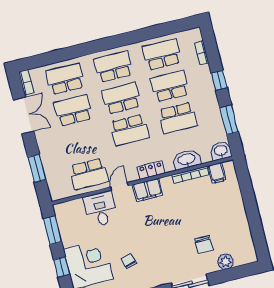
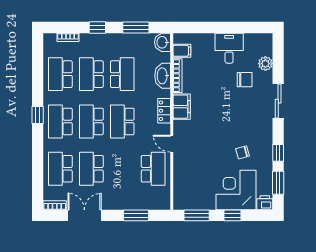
window: (114, 42) -> (38, 115), added
school desk: (129, 130) -> (122, 121), turned 180
filing cabinet: (148, 190) -> (182, 107), moved
desk: (101, 209) -> (229, 48), moved, turned 90

